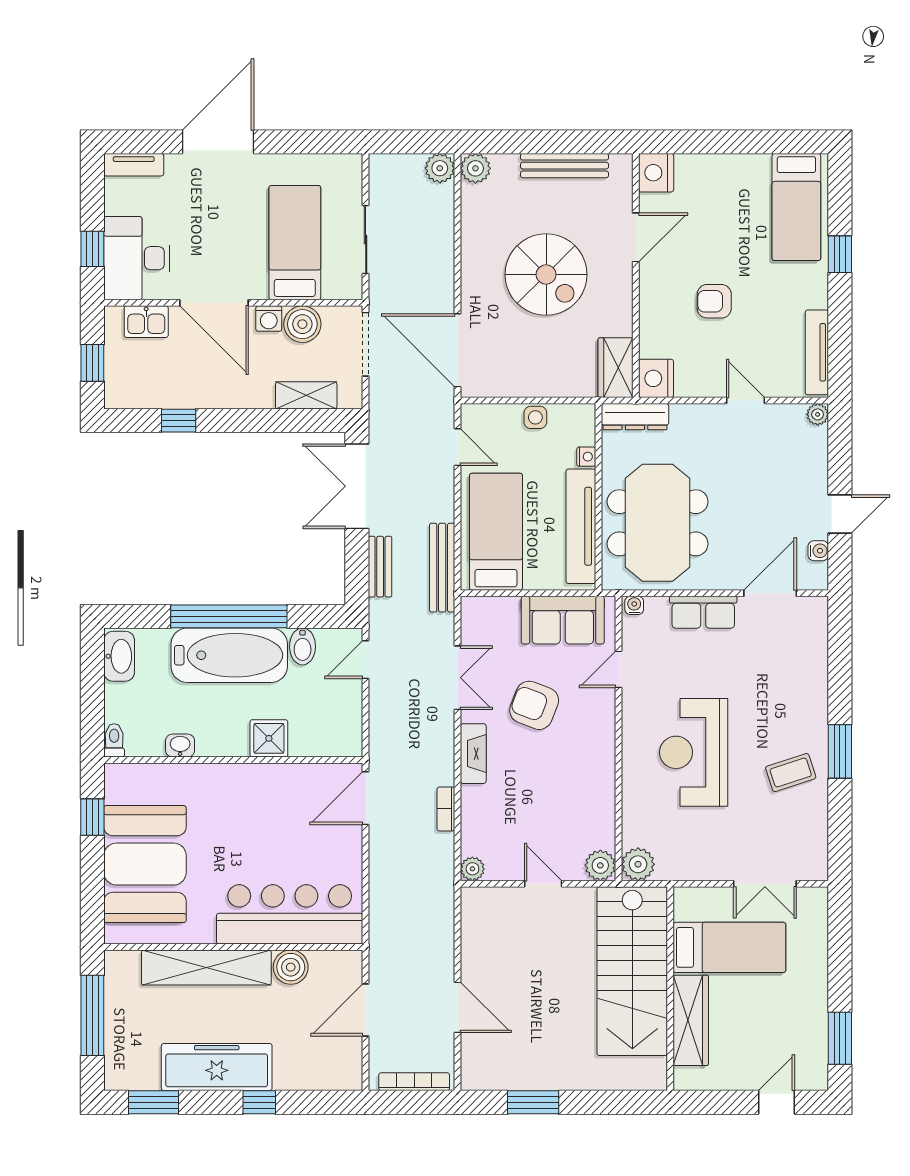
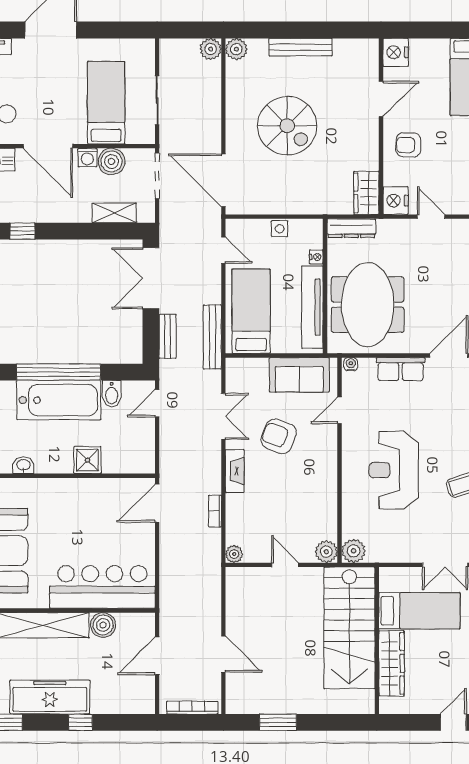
nightstand: (656, 173) -> (396, 52), moved
door: (636, 237) -> (381, 99), moved
wall: (636, 276) -> (381, 126), moved
wardrobe: (616, 368) -> (366, 193), moved
nightstand: (656, 378) -> (396, 201), moved

